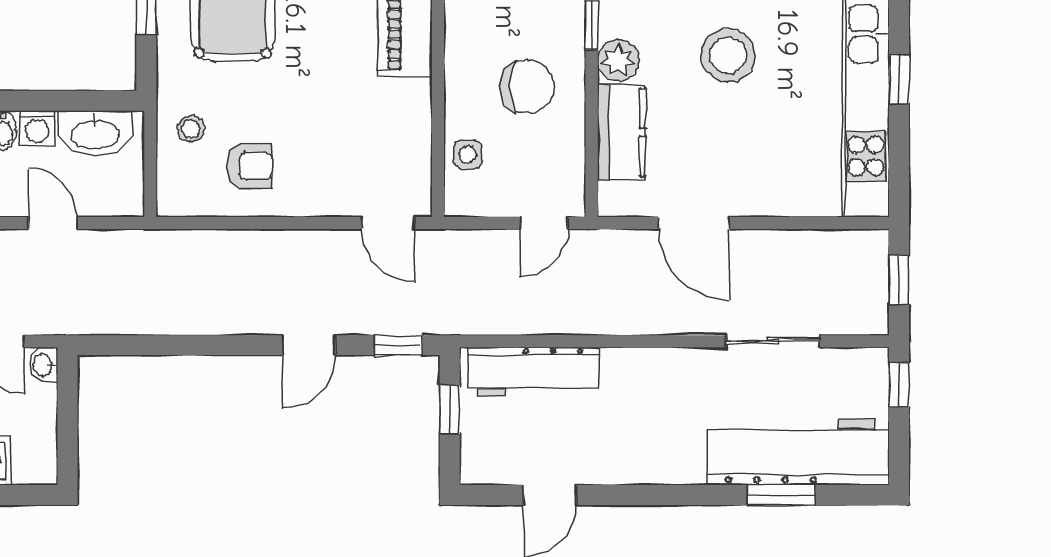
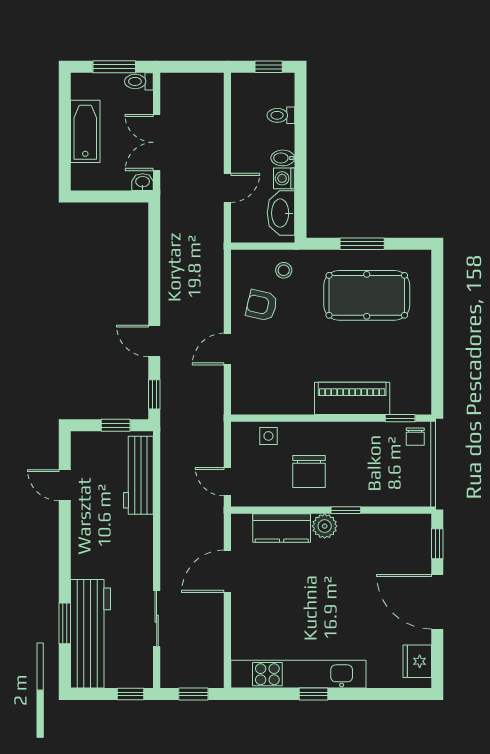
stool: (728, 56) -> (328, 592), removed
armchair: (249, 166) -> (262, 305), turned 103
door: (388, 223) -> (227, 349), moved

